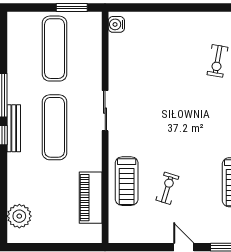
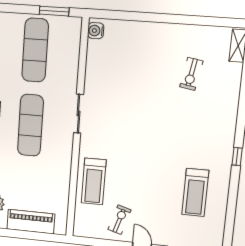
exercise bike: (167, 188) -> (120, 220), moved
piano: (91, 198) -> (31, 222), moved, turned 90

